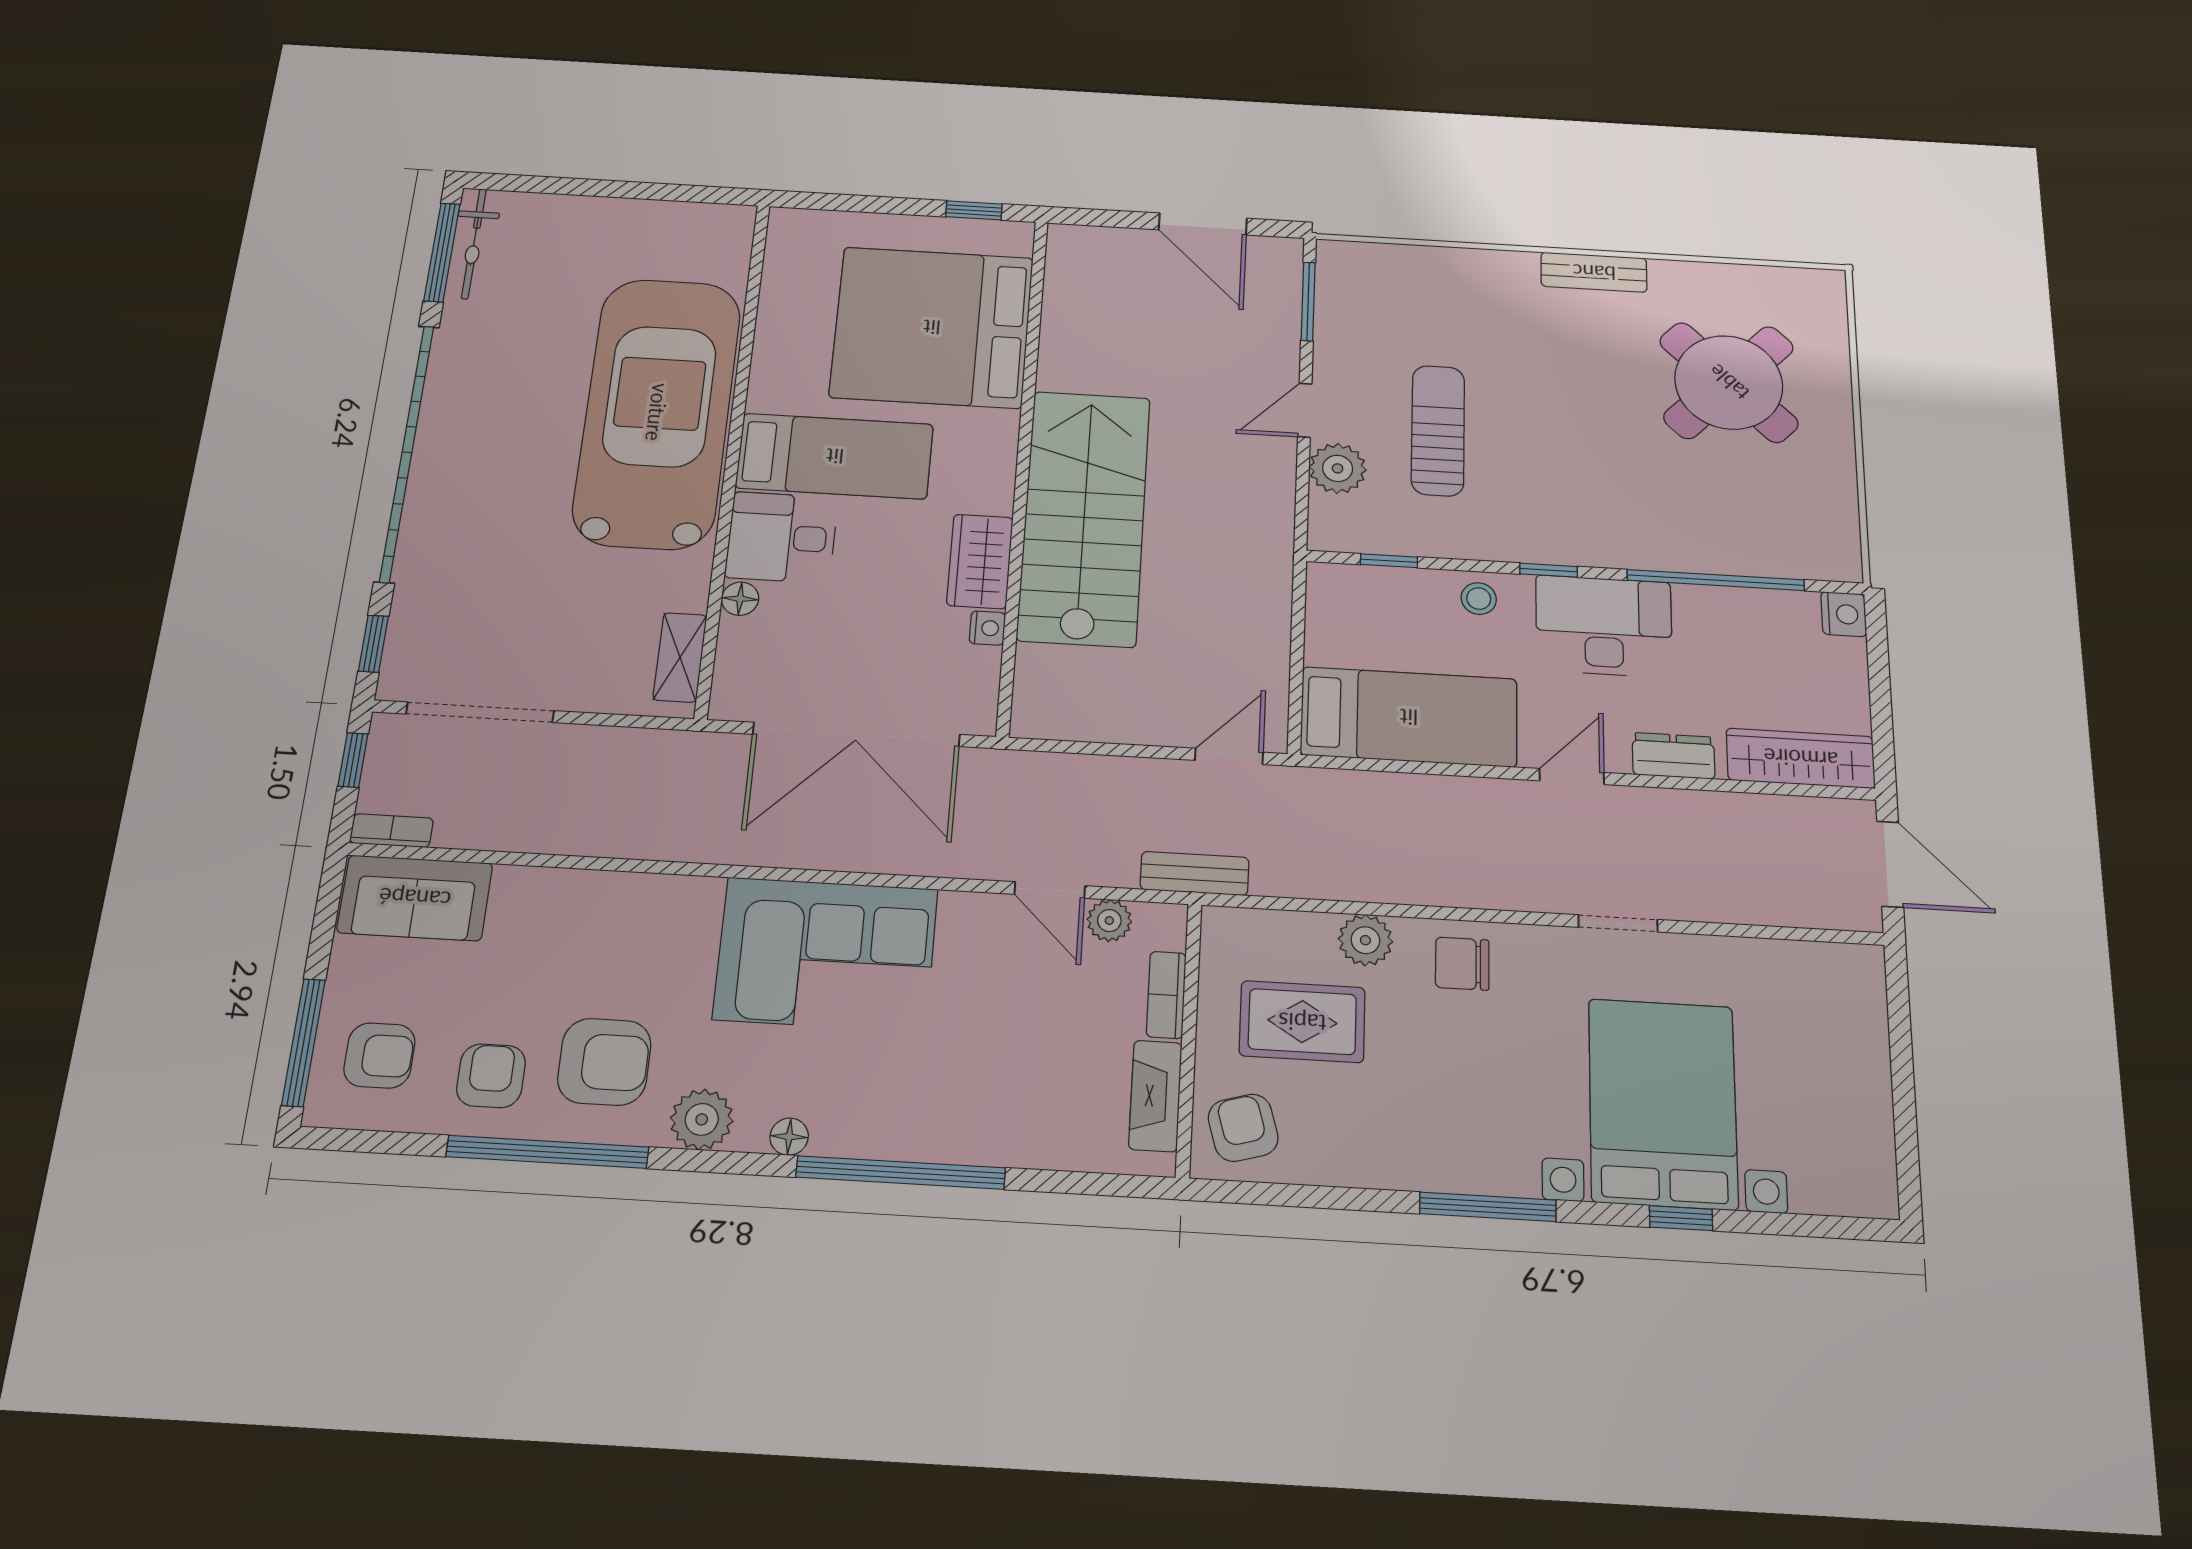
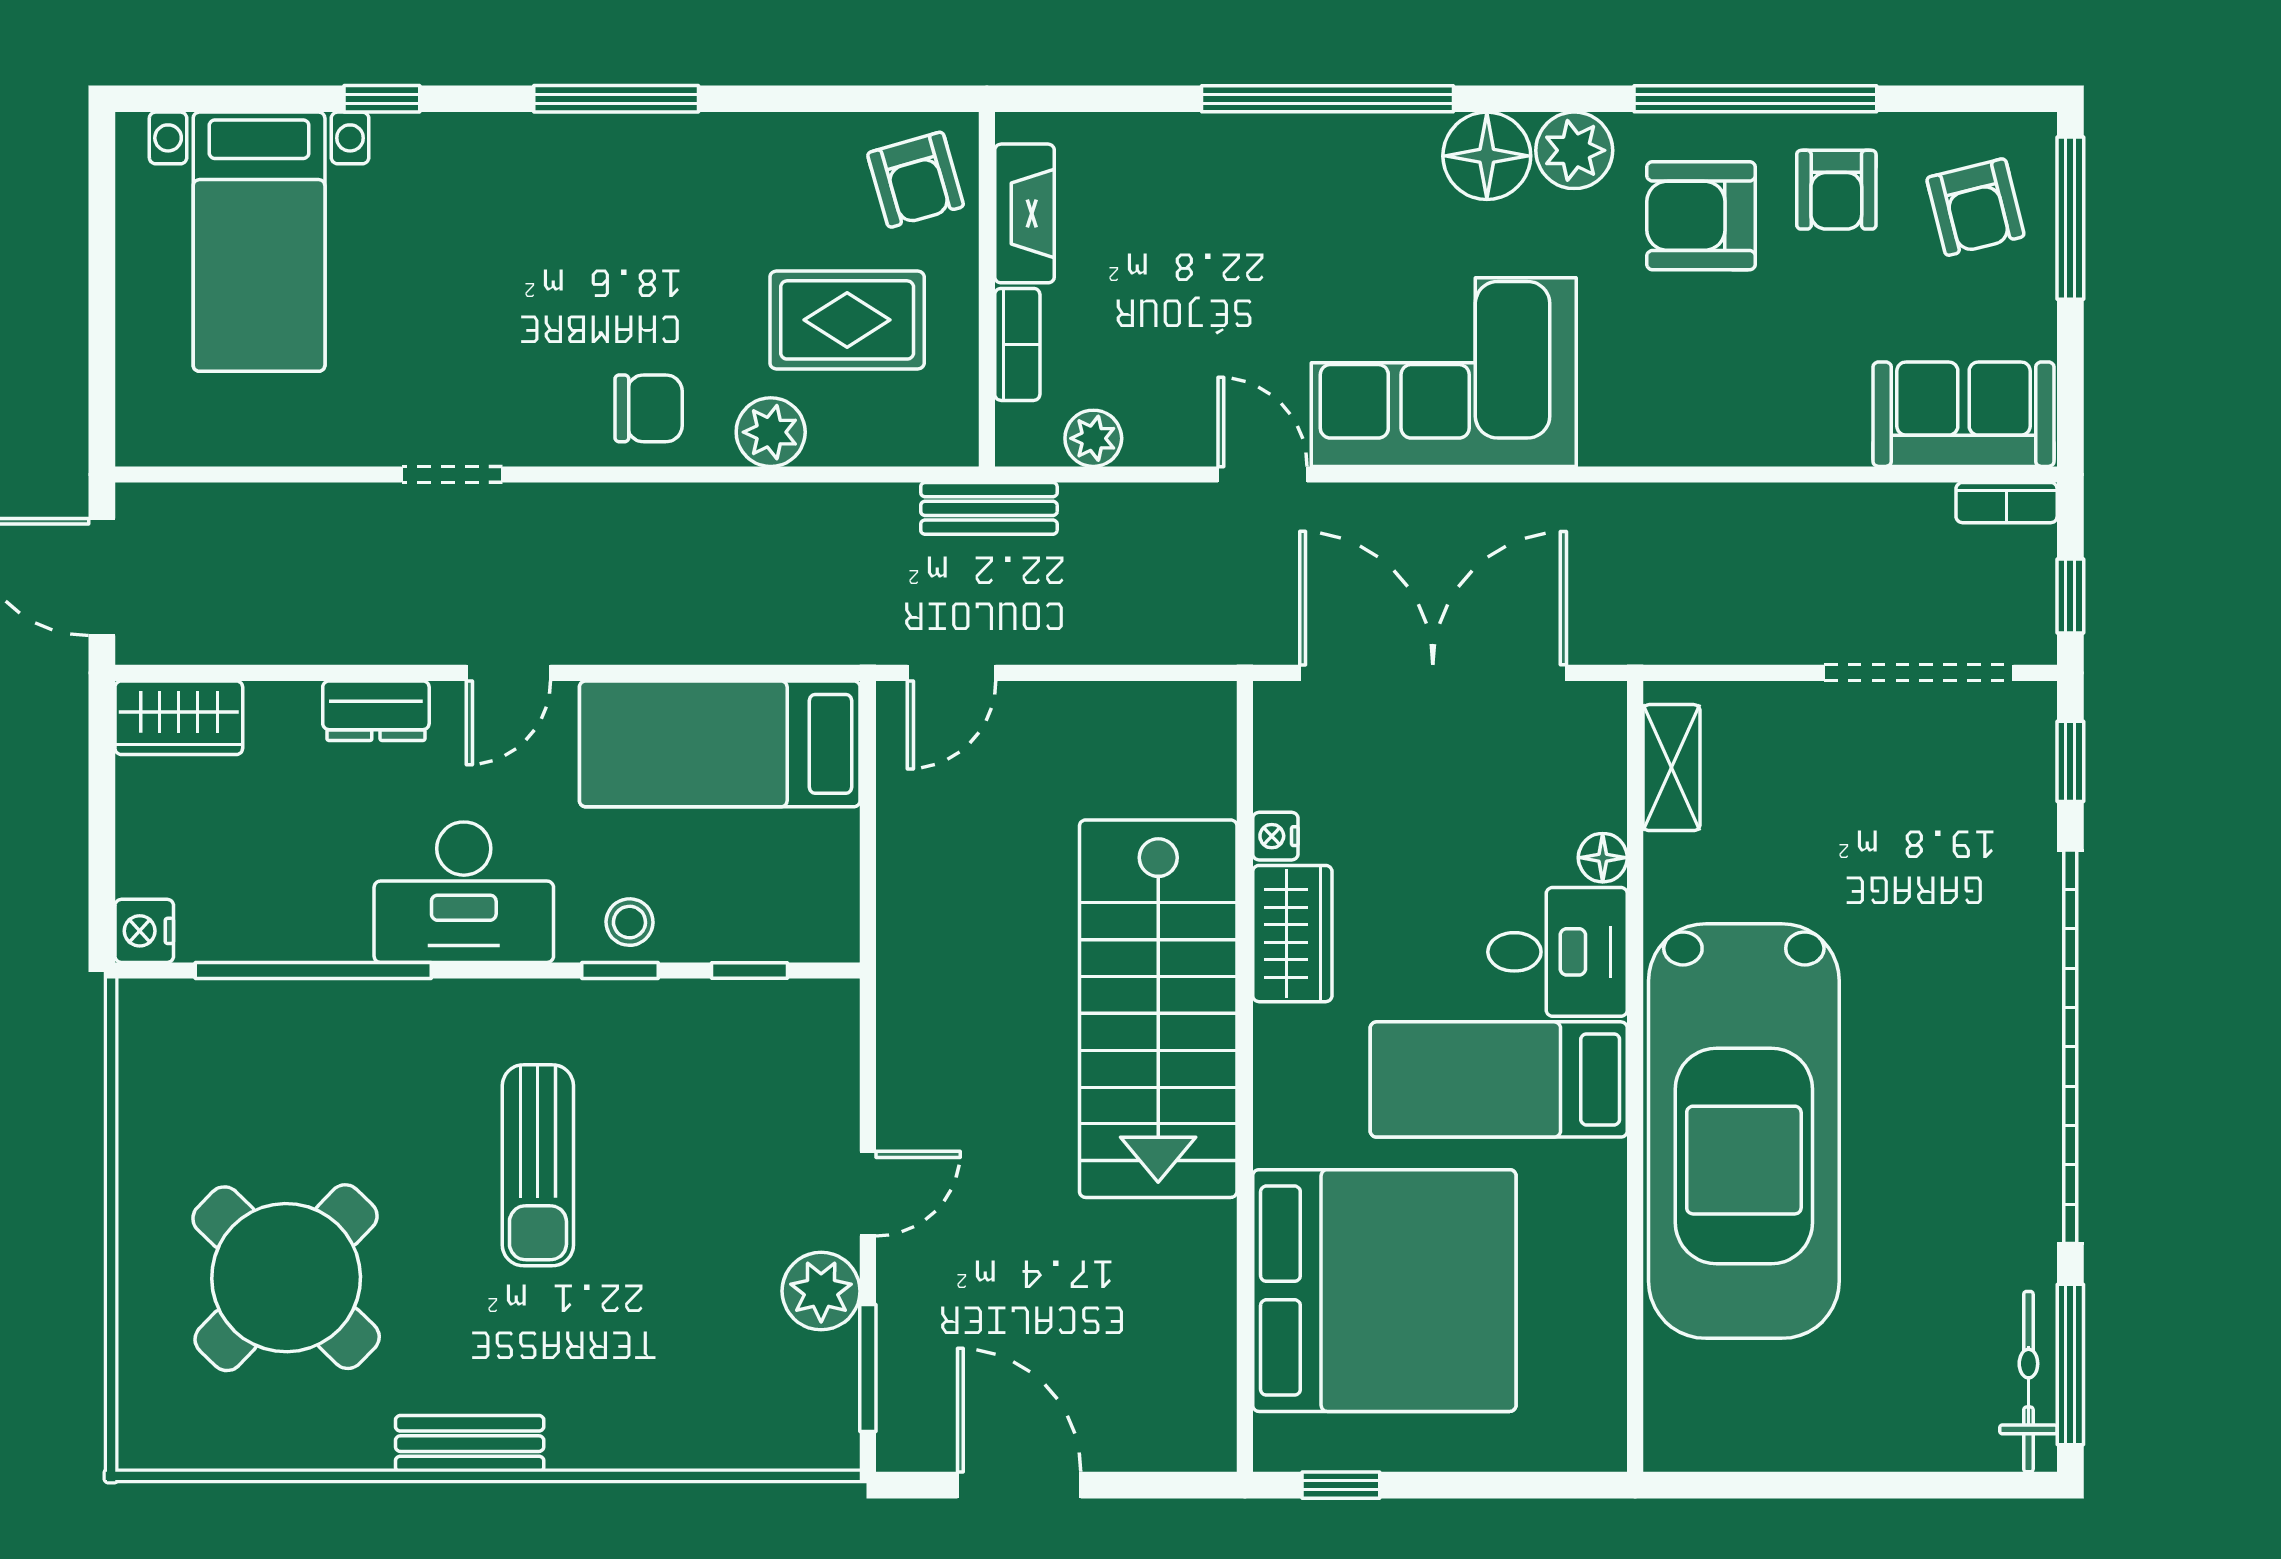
sun lounger: (1438, 430) -> (538, 1165), moved
plant: (1338, 468) -> (821, 1291), moved
window: (1549, 570) -> (620, 971), moved
wardrobe: (1801, 758) -> (179, 718), width x0.67
door: (1050, 890) -> (1263, 474), moved
armchair: (379, 1056) -> (1975, 207), turned -104
bed with nightstands: (1663, 1103) -> (259, 242), moved, width x0.73
floor lamp: (789, 1137) -> (1487, 156), width x1.89, depth x1.89

